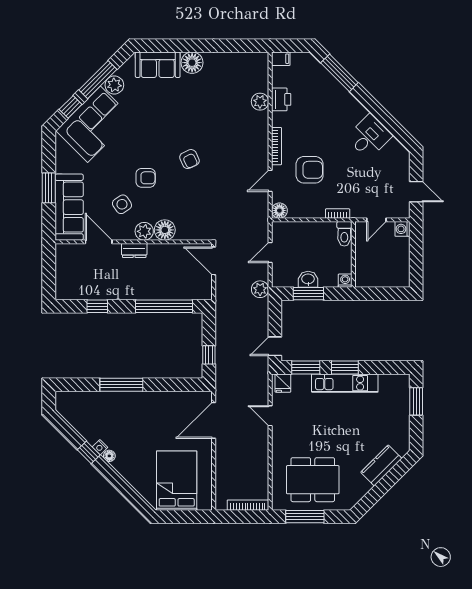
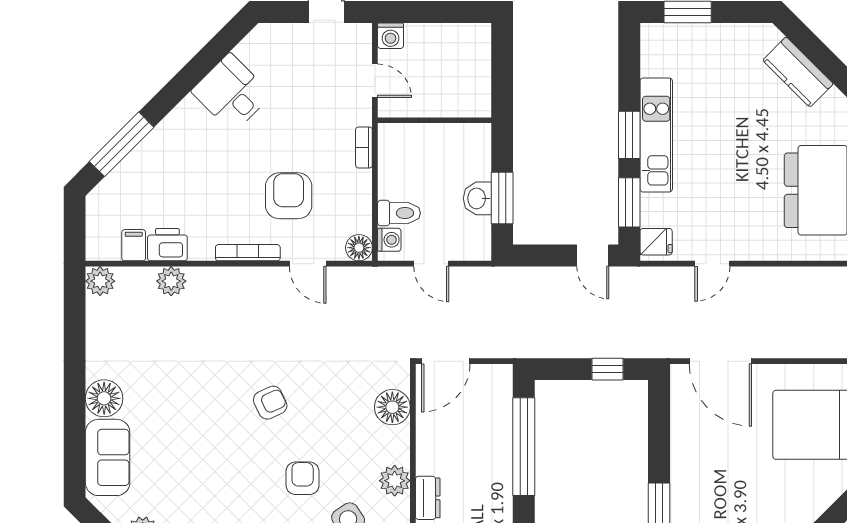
filing cabinet: (281, 59) -> (134, 245), moved
floor lamp: (165, 230) -> (392, 407), moved
toilet: (344, 234) -> (399, 213), moved
washing machine: (345, 281) -> (389, 240), moved, turned 180
plant: (260, 289) -> (100, 281), moved

